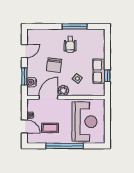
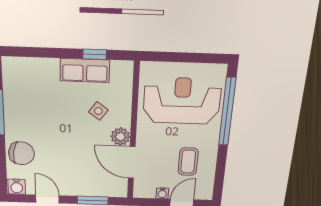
wheelchair: (70, 44) -> (33, 122), removed
chair: (54, 65) -> (21, 153), moved
water cooler: (32, 82) -> (17, 187), moved
window: (65, 146) -> (227, 112), moved

